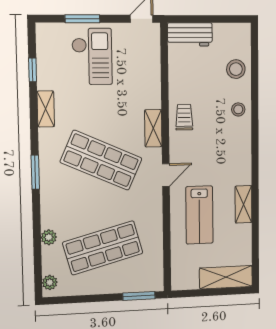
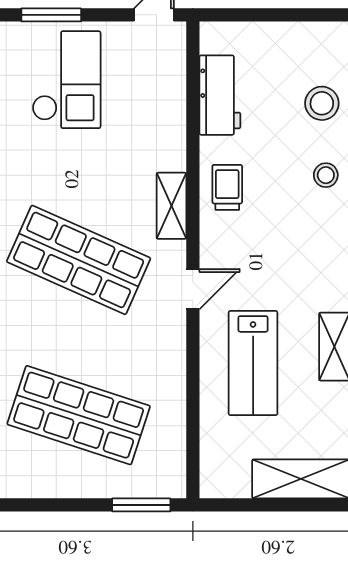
workbench: (190, 34) -> (220, 95), moved, turned -90
shop shelf: (103, 248) -> (79, 415), turned 33

